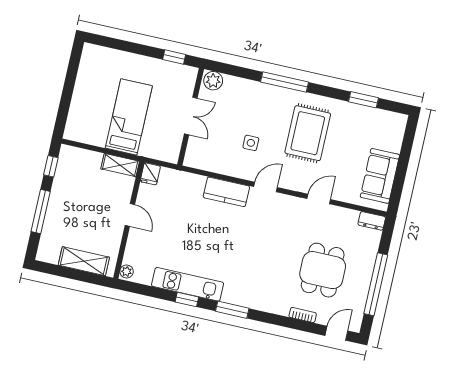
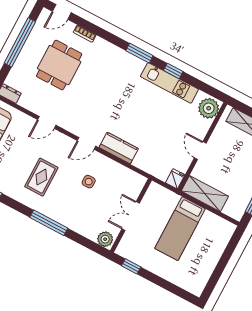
rug: (308, 133) -> (41, 177), width x0.73, depth x0.70
shelving: (120, 165) -> (205, 194), width x1.50, depth x1.33
plant: (127, 271) -> (209, 108), width x1.87, depth x1.87

